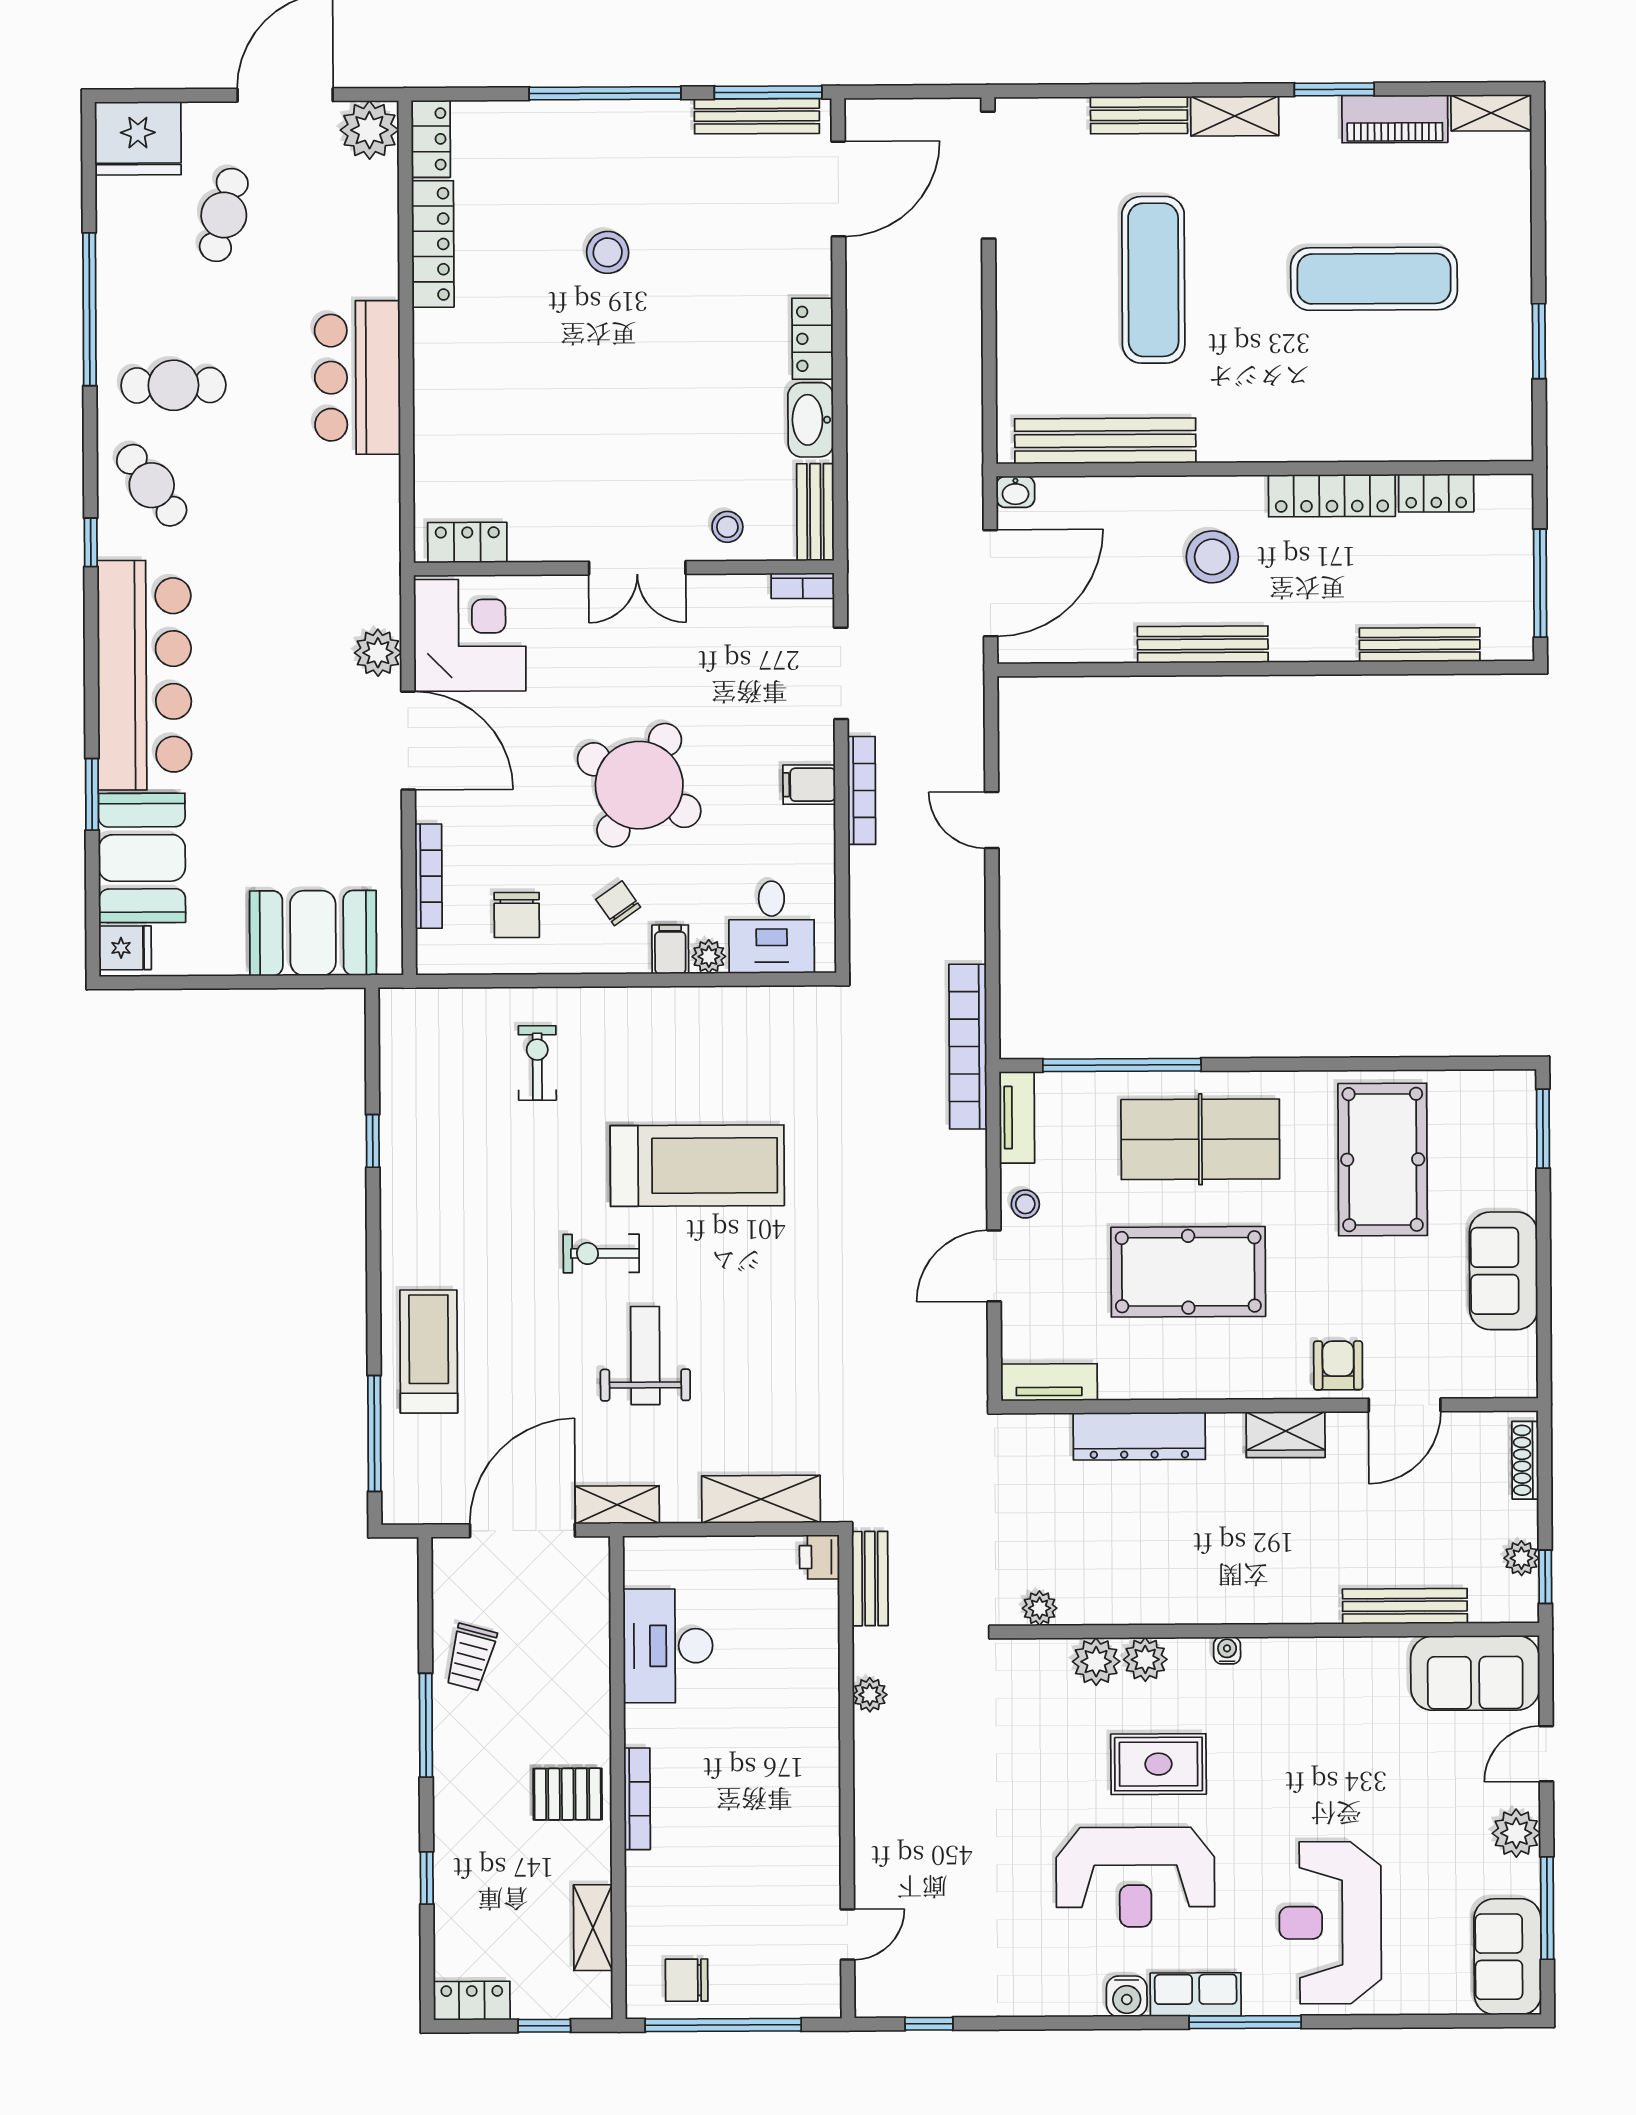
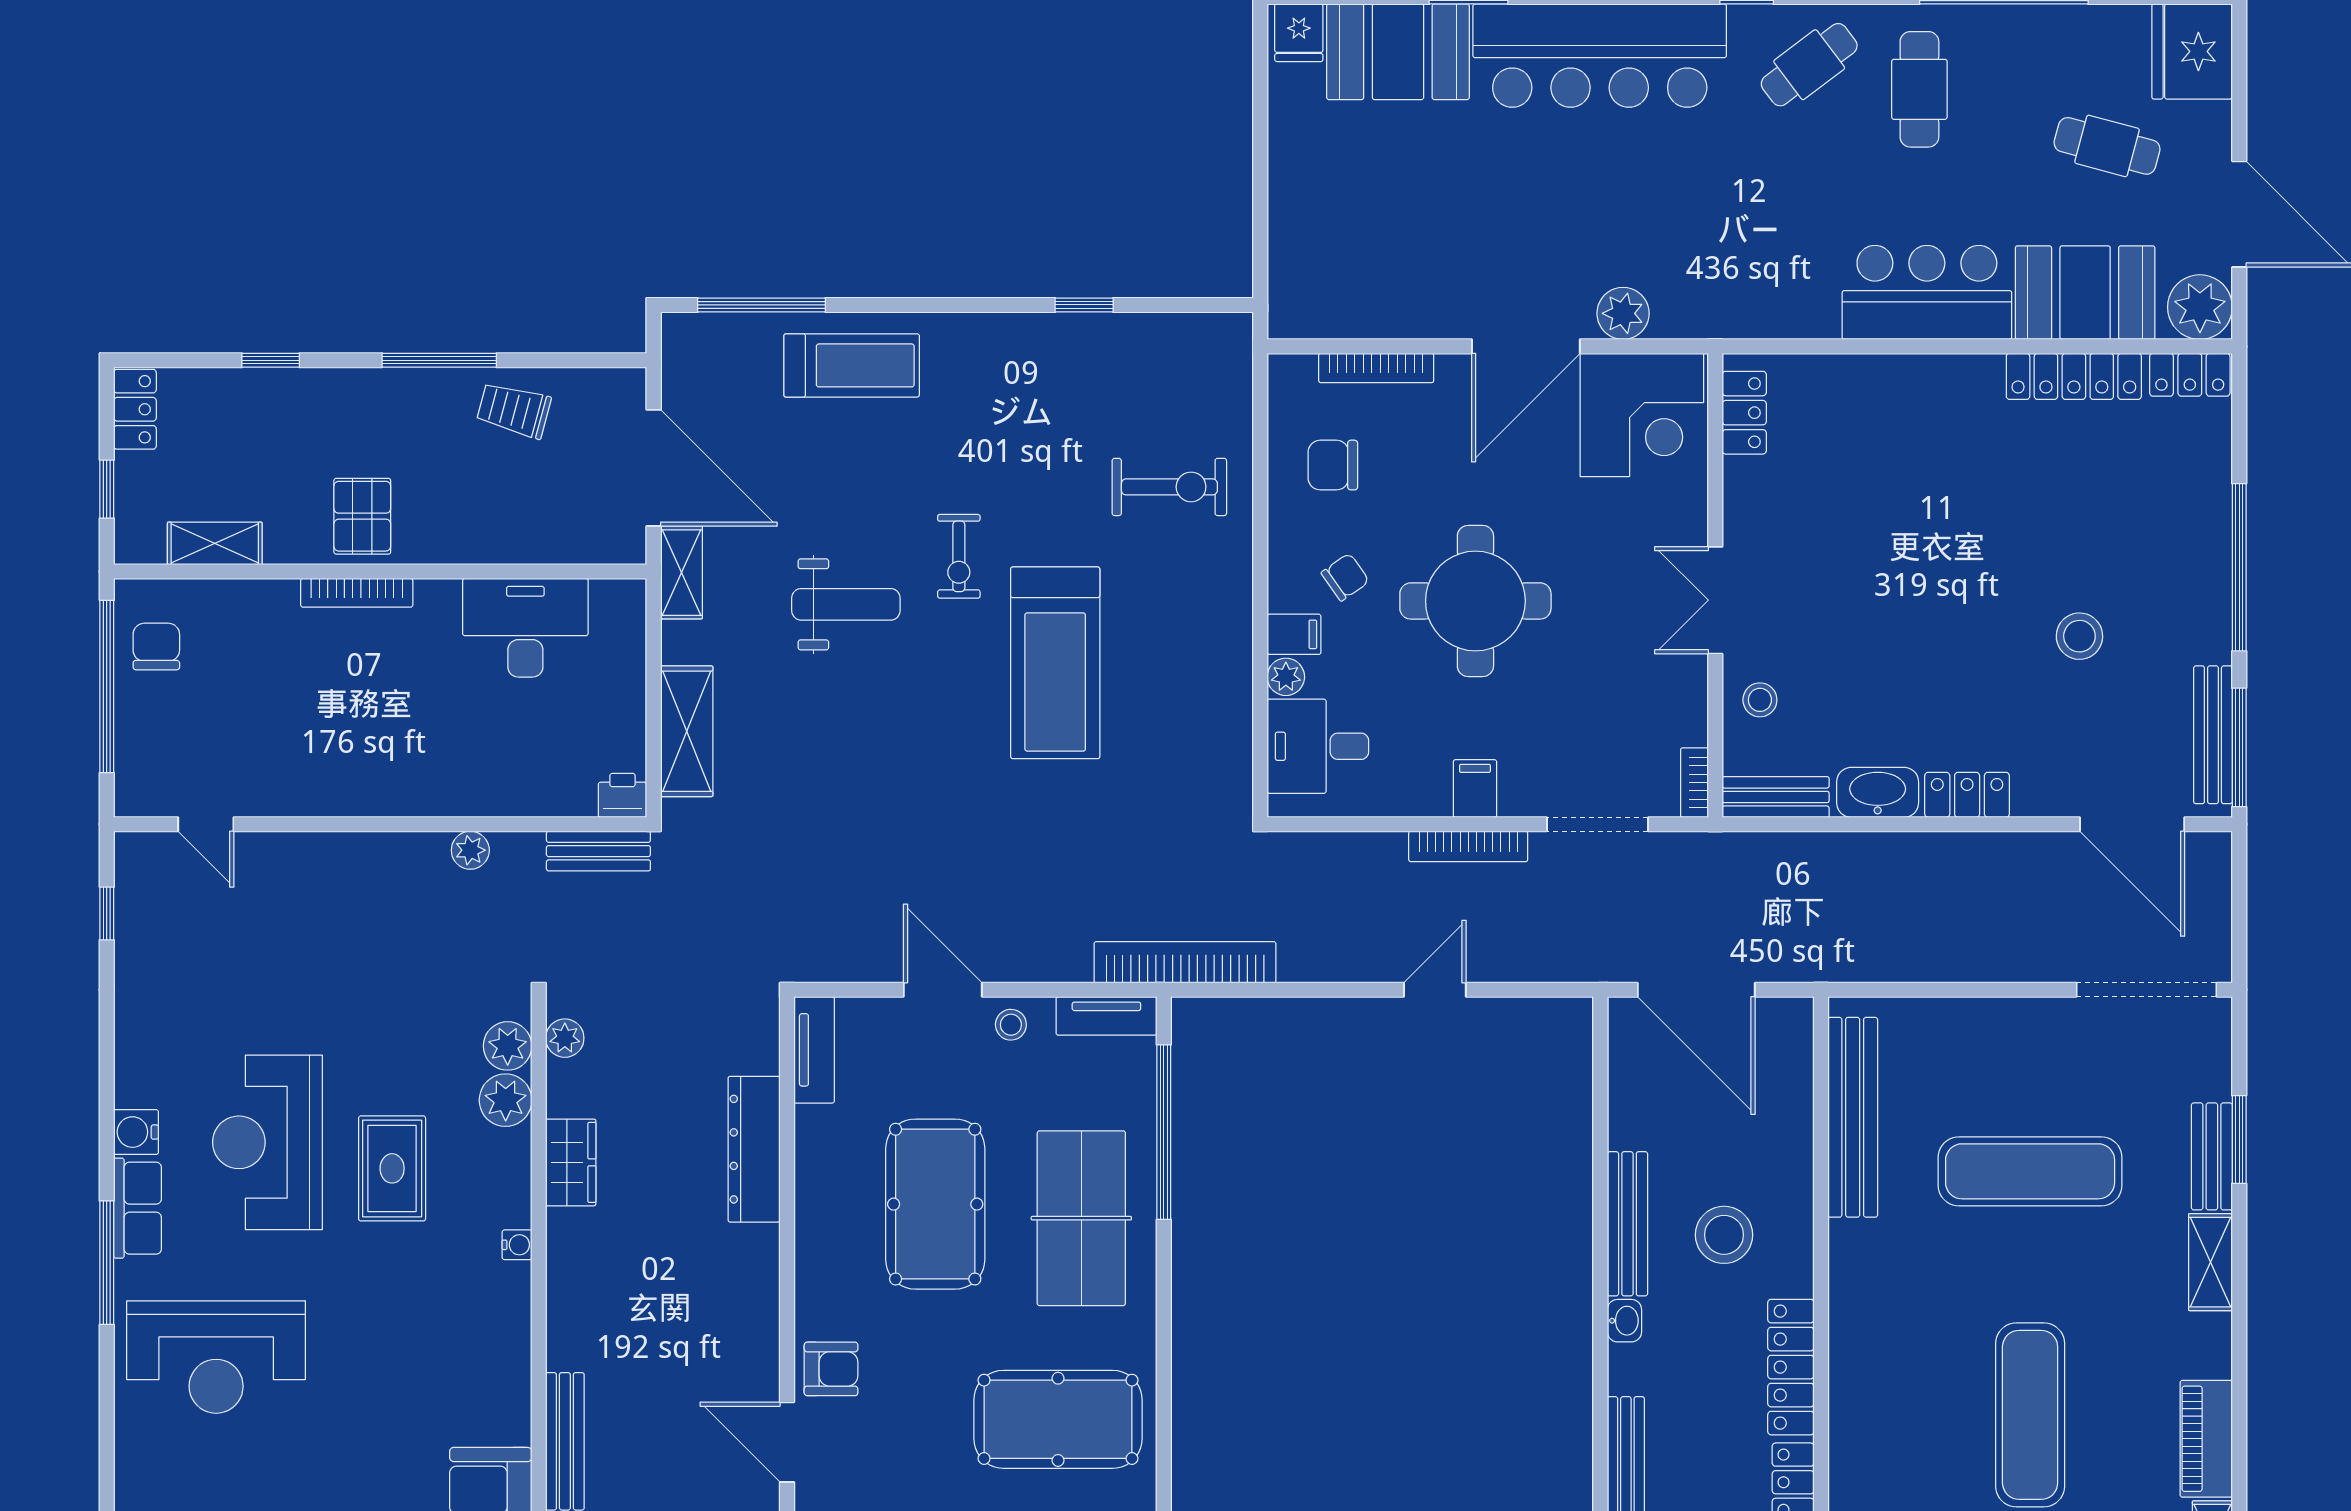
window: (1334, 89) -> (2239, 1139), moved
stool: (608, 252) -> (2079, 636), moved
washbasin: (1015, 492) -> (1624, 1321), moved, turned 180
round table: (639, 785) -> (1475, 601), turned -30
booth: (313, 933) -> (2085, 293), moved, turned 90
exercise bike: (537, 1063) -> (1169, 487), width x1.38, depth x1.39
exercise bike: (601, 1253) -> (959, 556), turned 180
wardrobe: (1286, 1435) -> (571, 1162), moved, turned 180
plant: (1145, 1659) -> (508, 1046), moved
reception desk: (1330, 1923) -> (216, 1357), turned 180

